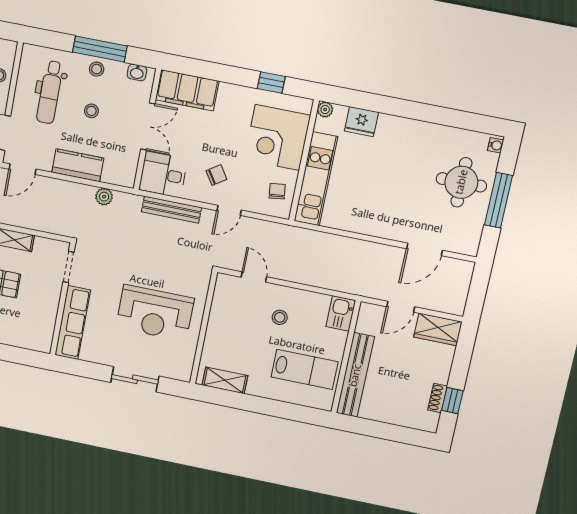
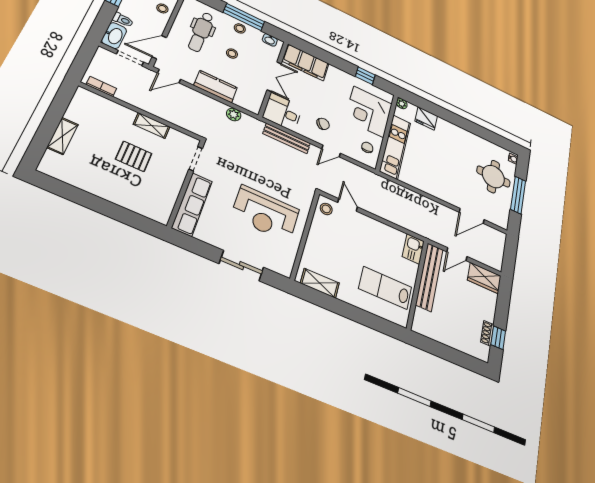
stool: (280, 317) -> (326, 209), moved
lab bench: (305, 369) -> (385, 288), turned 180
bench: (355, 375) -> (429, 277), moved

